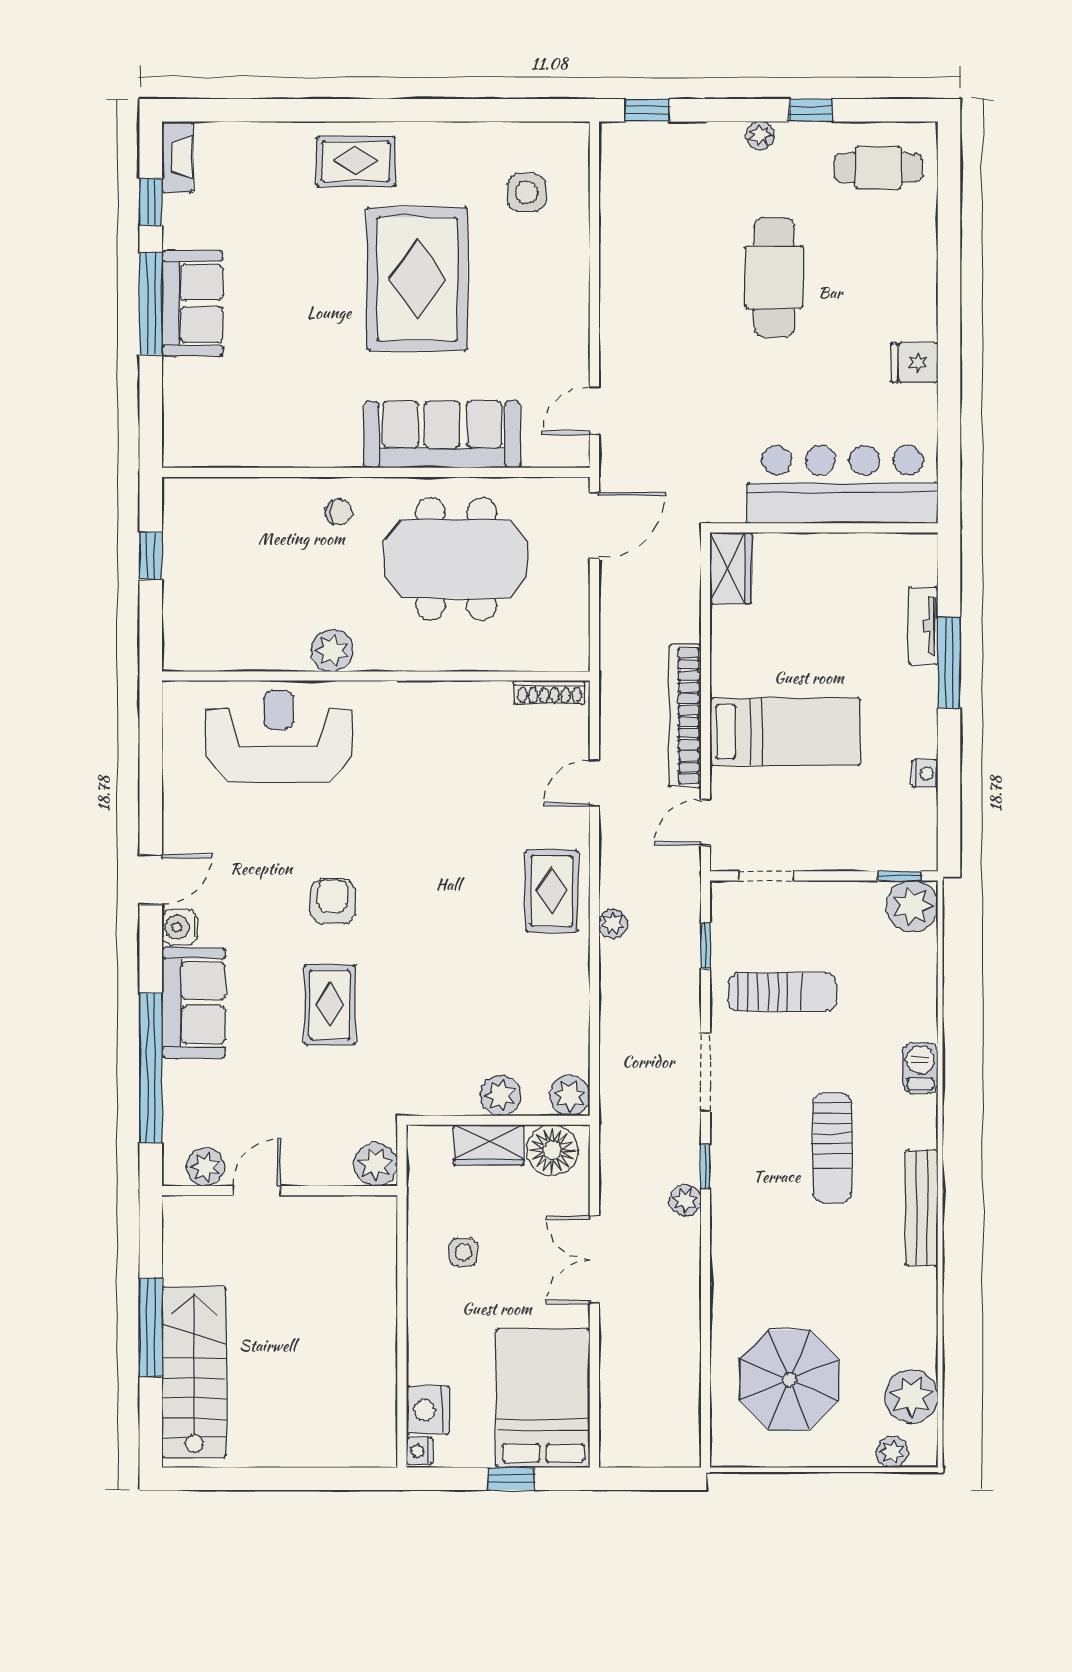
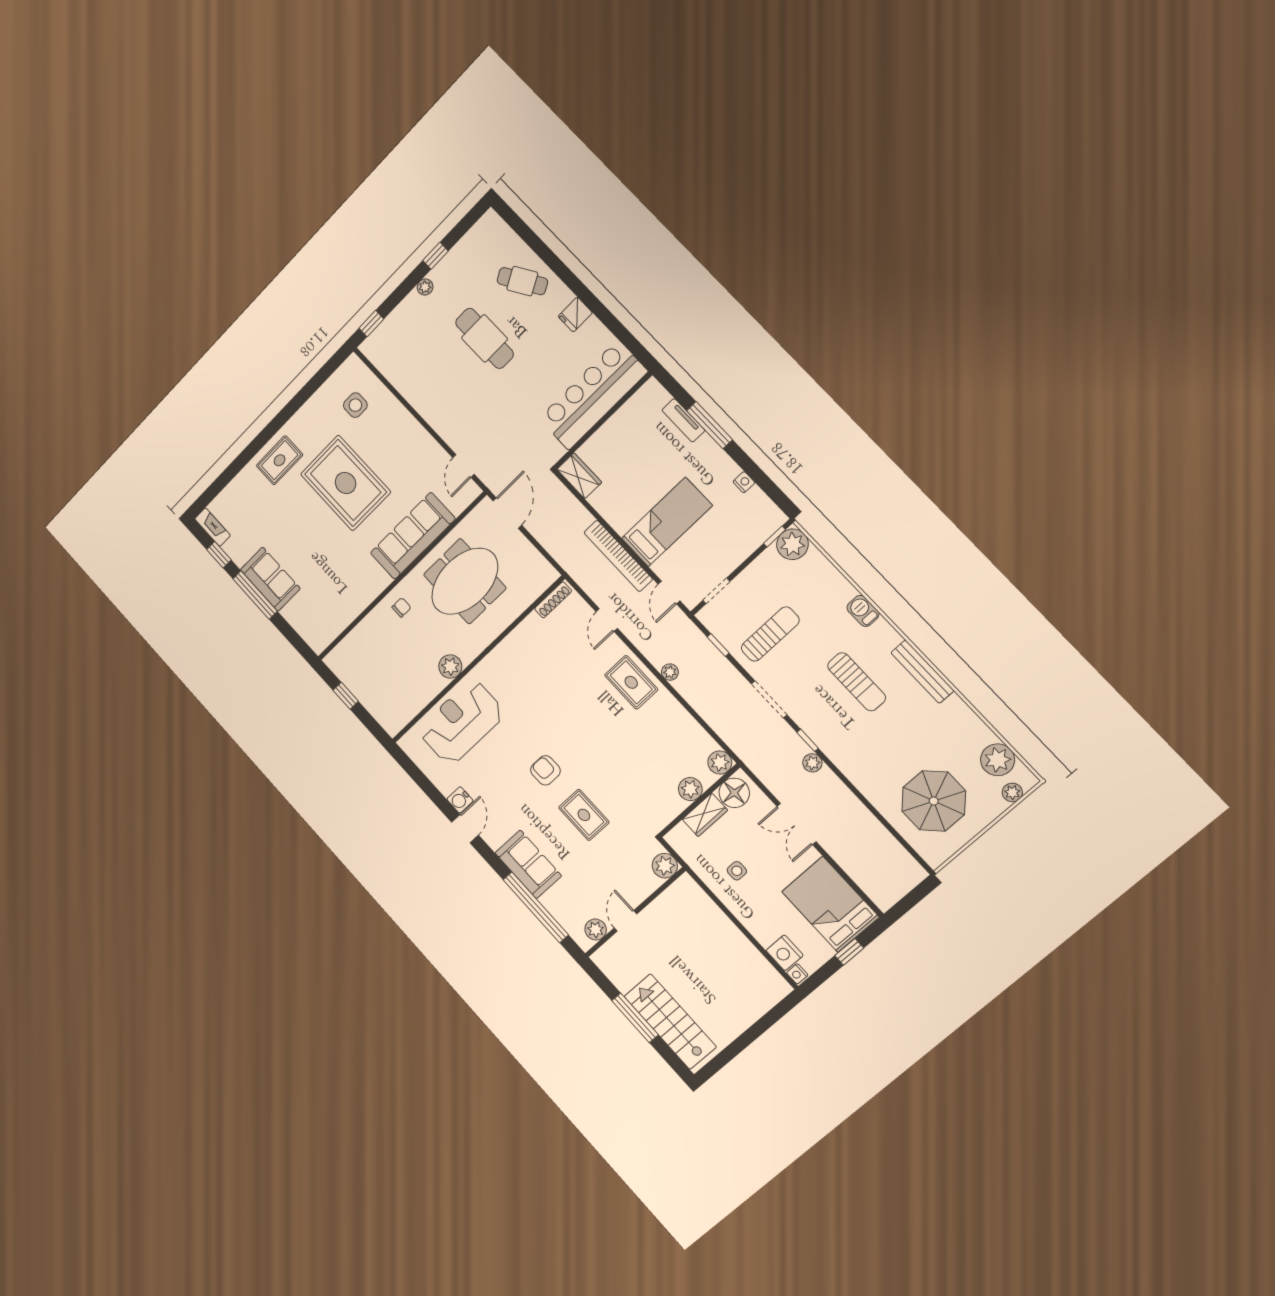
cafe table: (878, 168) -> (522, 281), moved, turned 60
water cooler: (180, 927) -> (460, 800), moved

